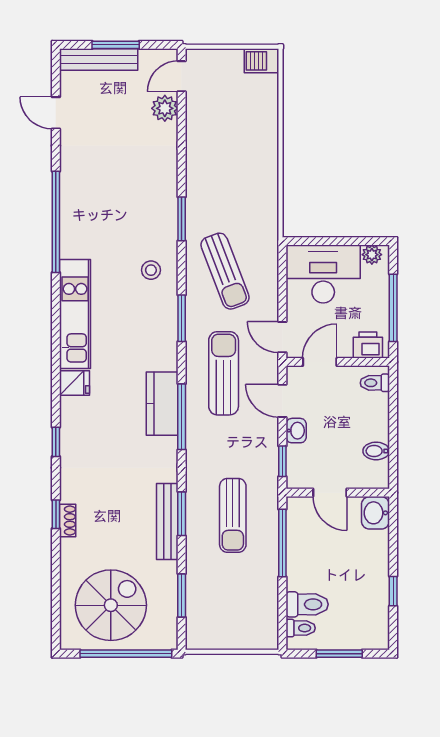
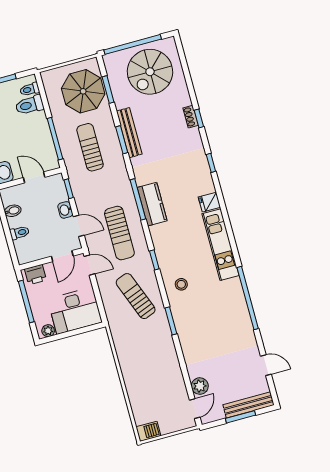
window: (182, 318) -> (154, 260), width x0.67
toilet: (375, 383) -> (20, 233), moved
parasol: (220, 603) -> (83, 91), added

